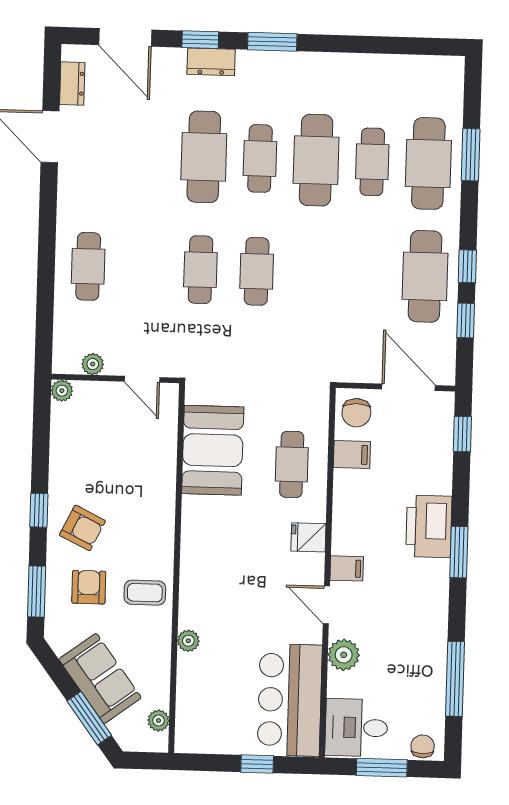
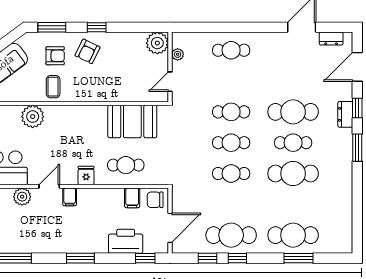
cafe table: (372, 162) -> (231, 174), moved
plant: (62, 391) -> (157, 43), width x1.87, depth x1.87
printer: (429, 526) -> (126, 241), moved
plant: (188, 641) -> (33, 117), width x1.87, depth x1.87

